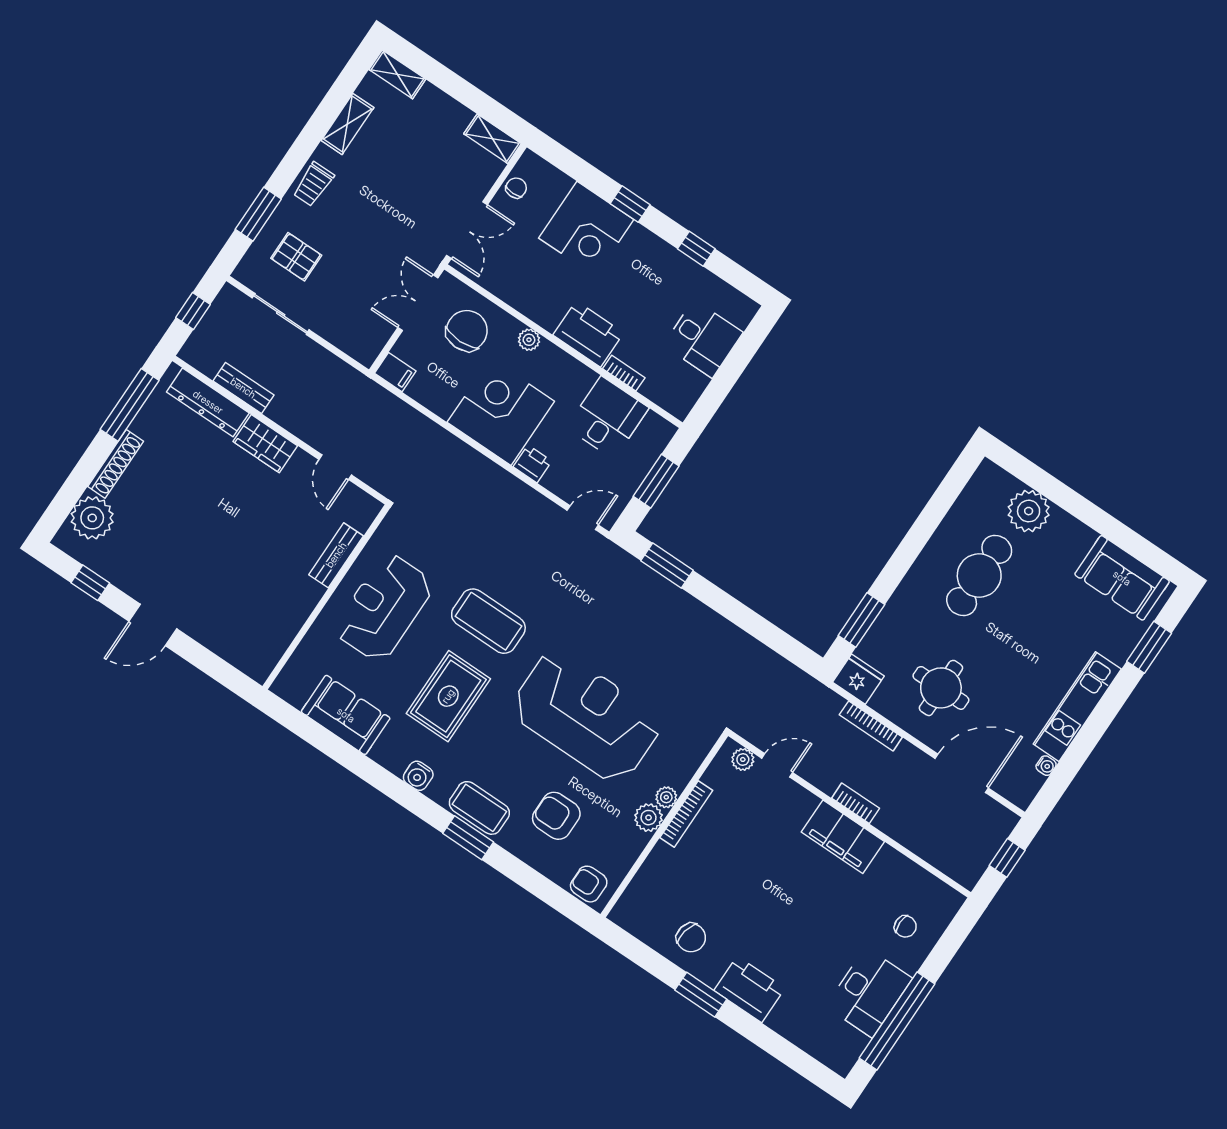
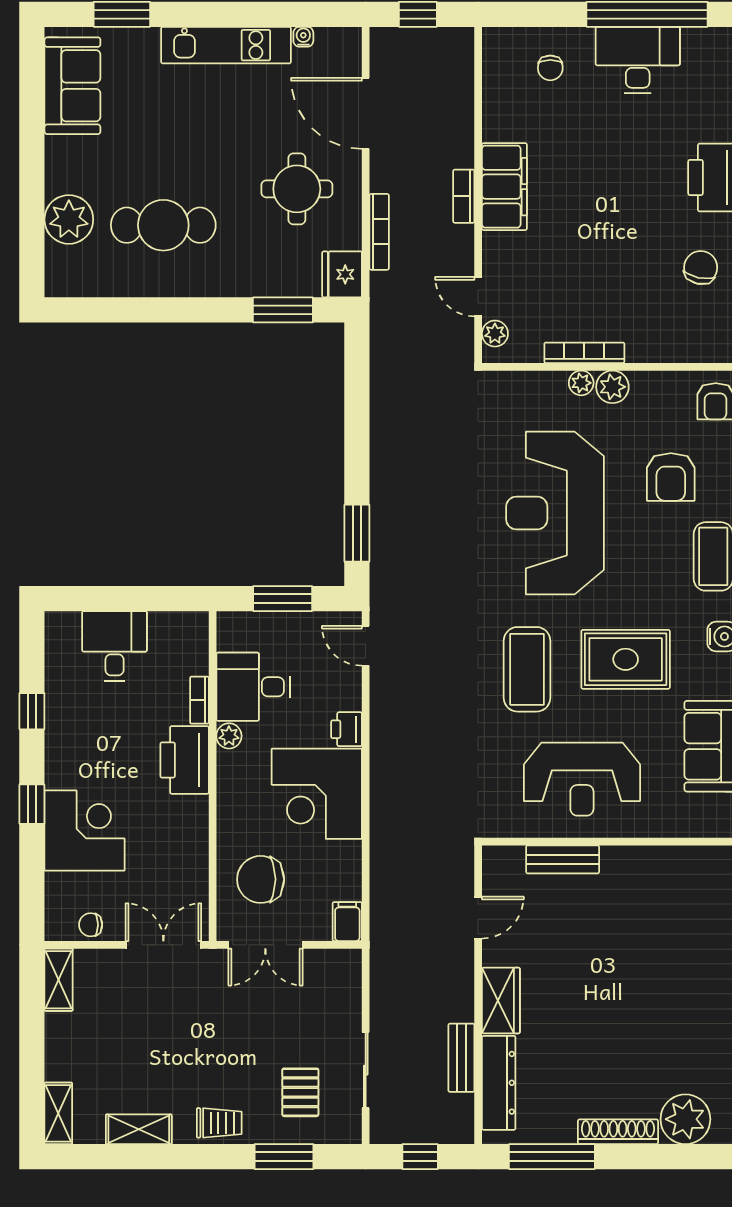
plant: (529, 340) -> (229, 736), moved
chair: (905, 926) -> (550, 68), turned 180

